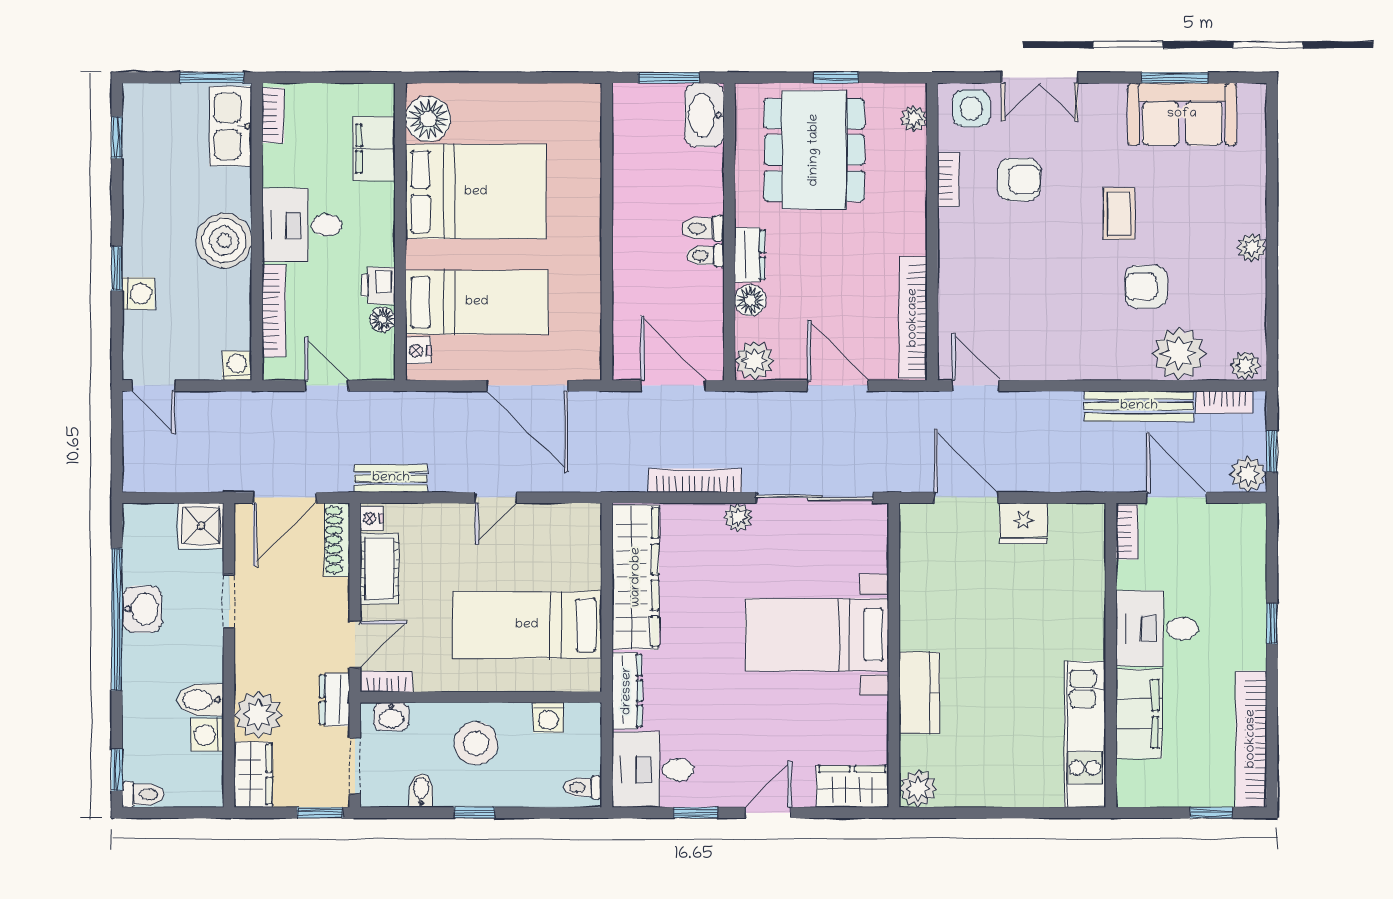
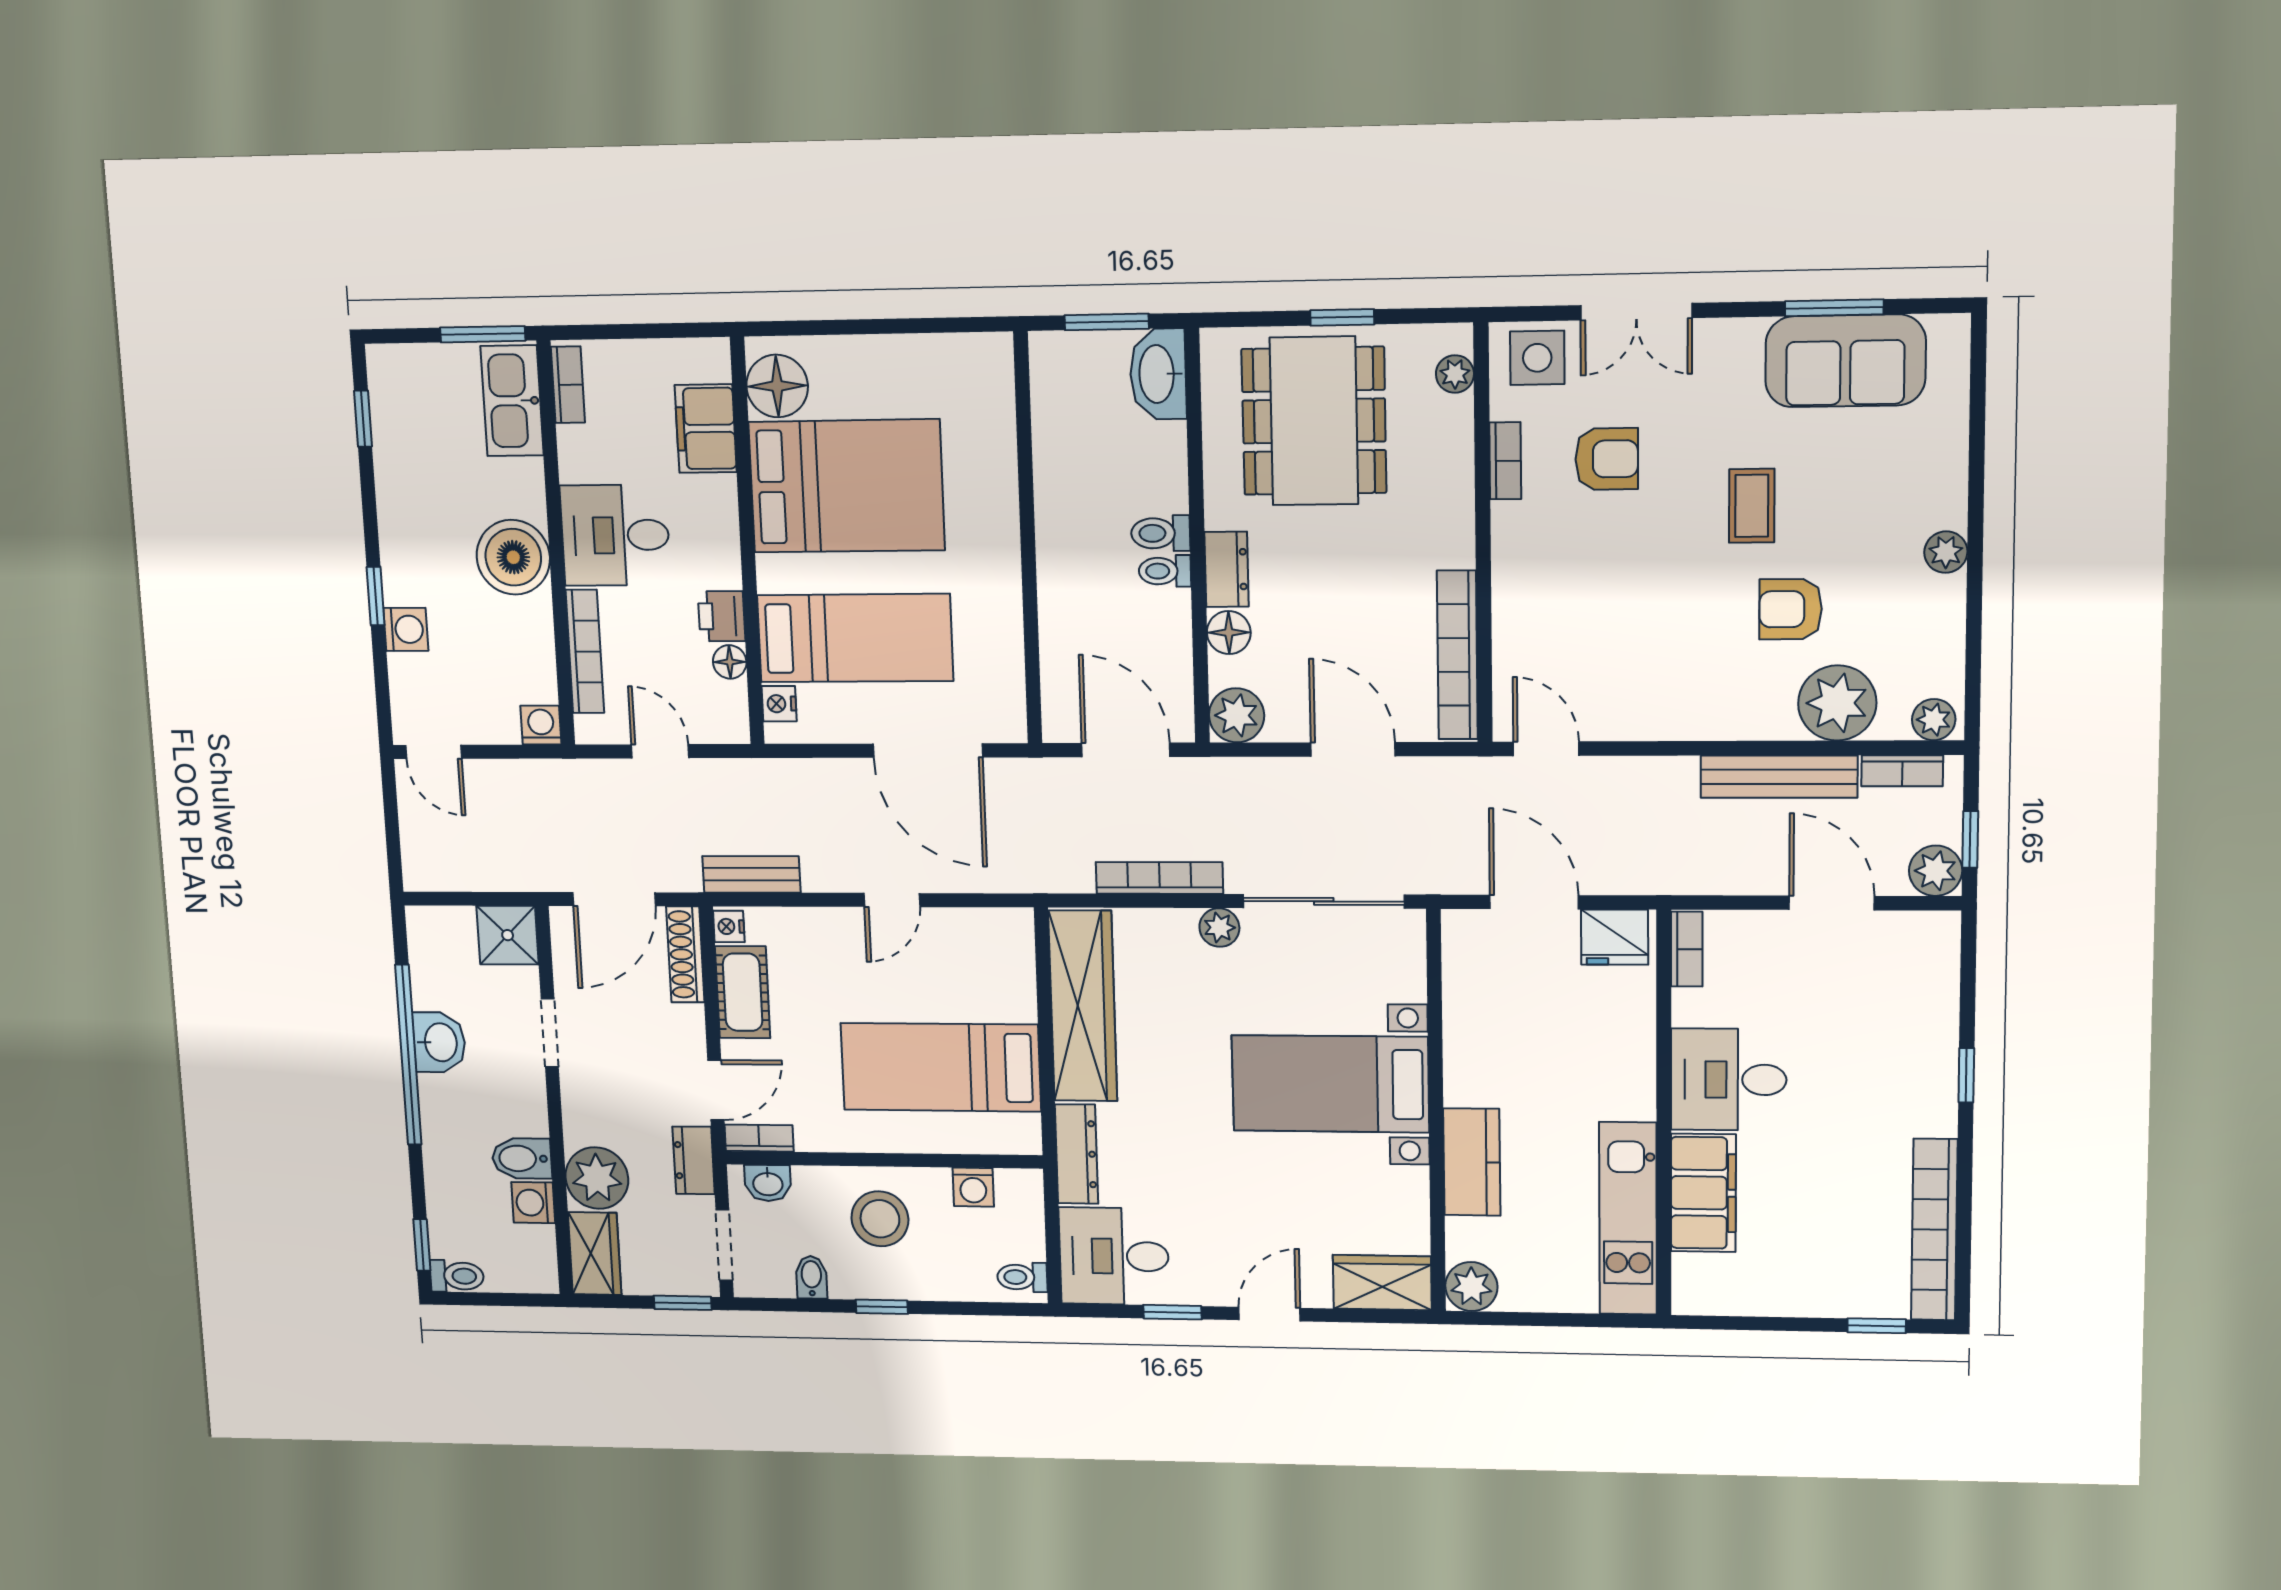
bookcase: (1127, 532) -> (1687, 949), moved
desk: (1157, 628) -> (1729, 1080), moved
wall: (1111, 655) -> (1664, 1115), moved
filing cabinet: (1139, 714) -> (1703, 1193), moved
kitchen unit: (1085, 734) -> (1628, 1219), moved

